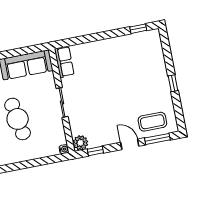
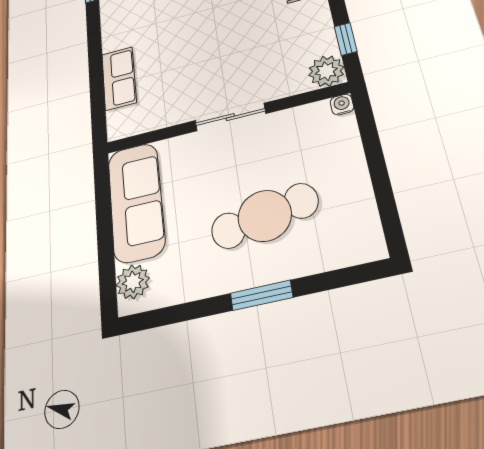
row of seats: (64, 62) -> (119, 78), moved, turned 90

